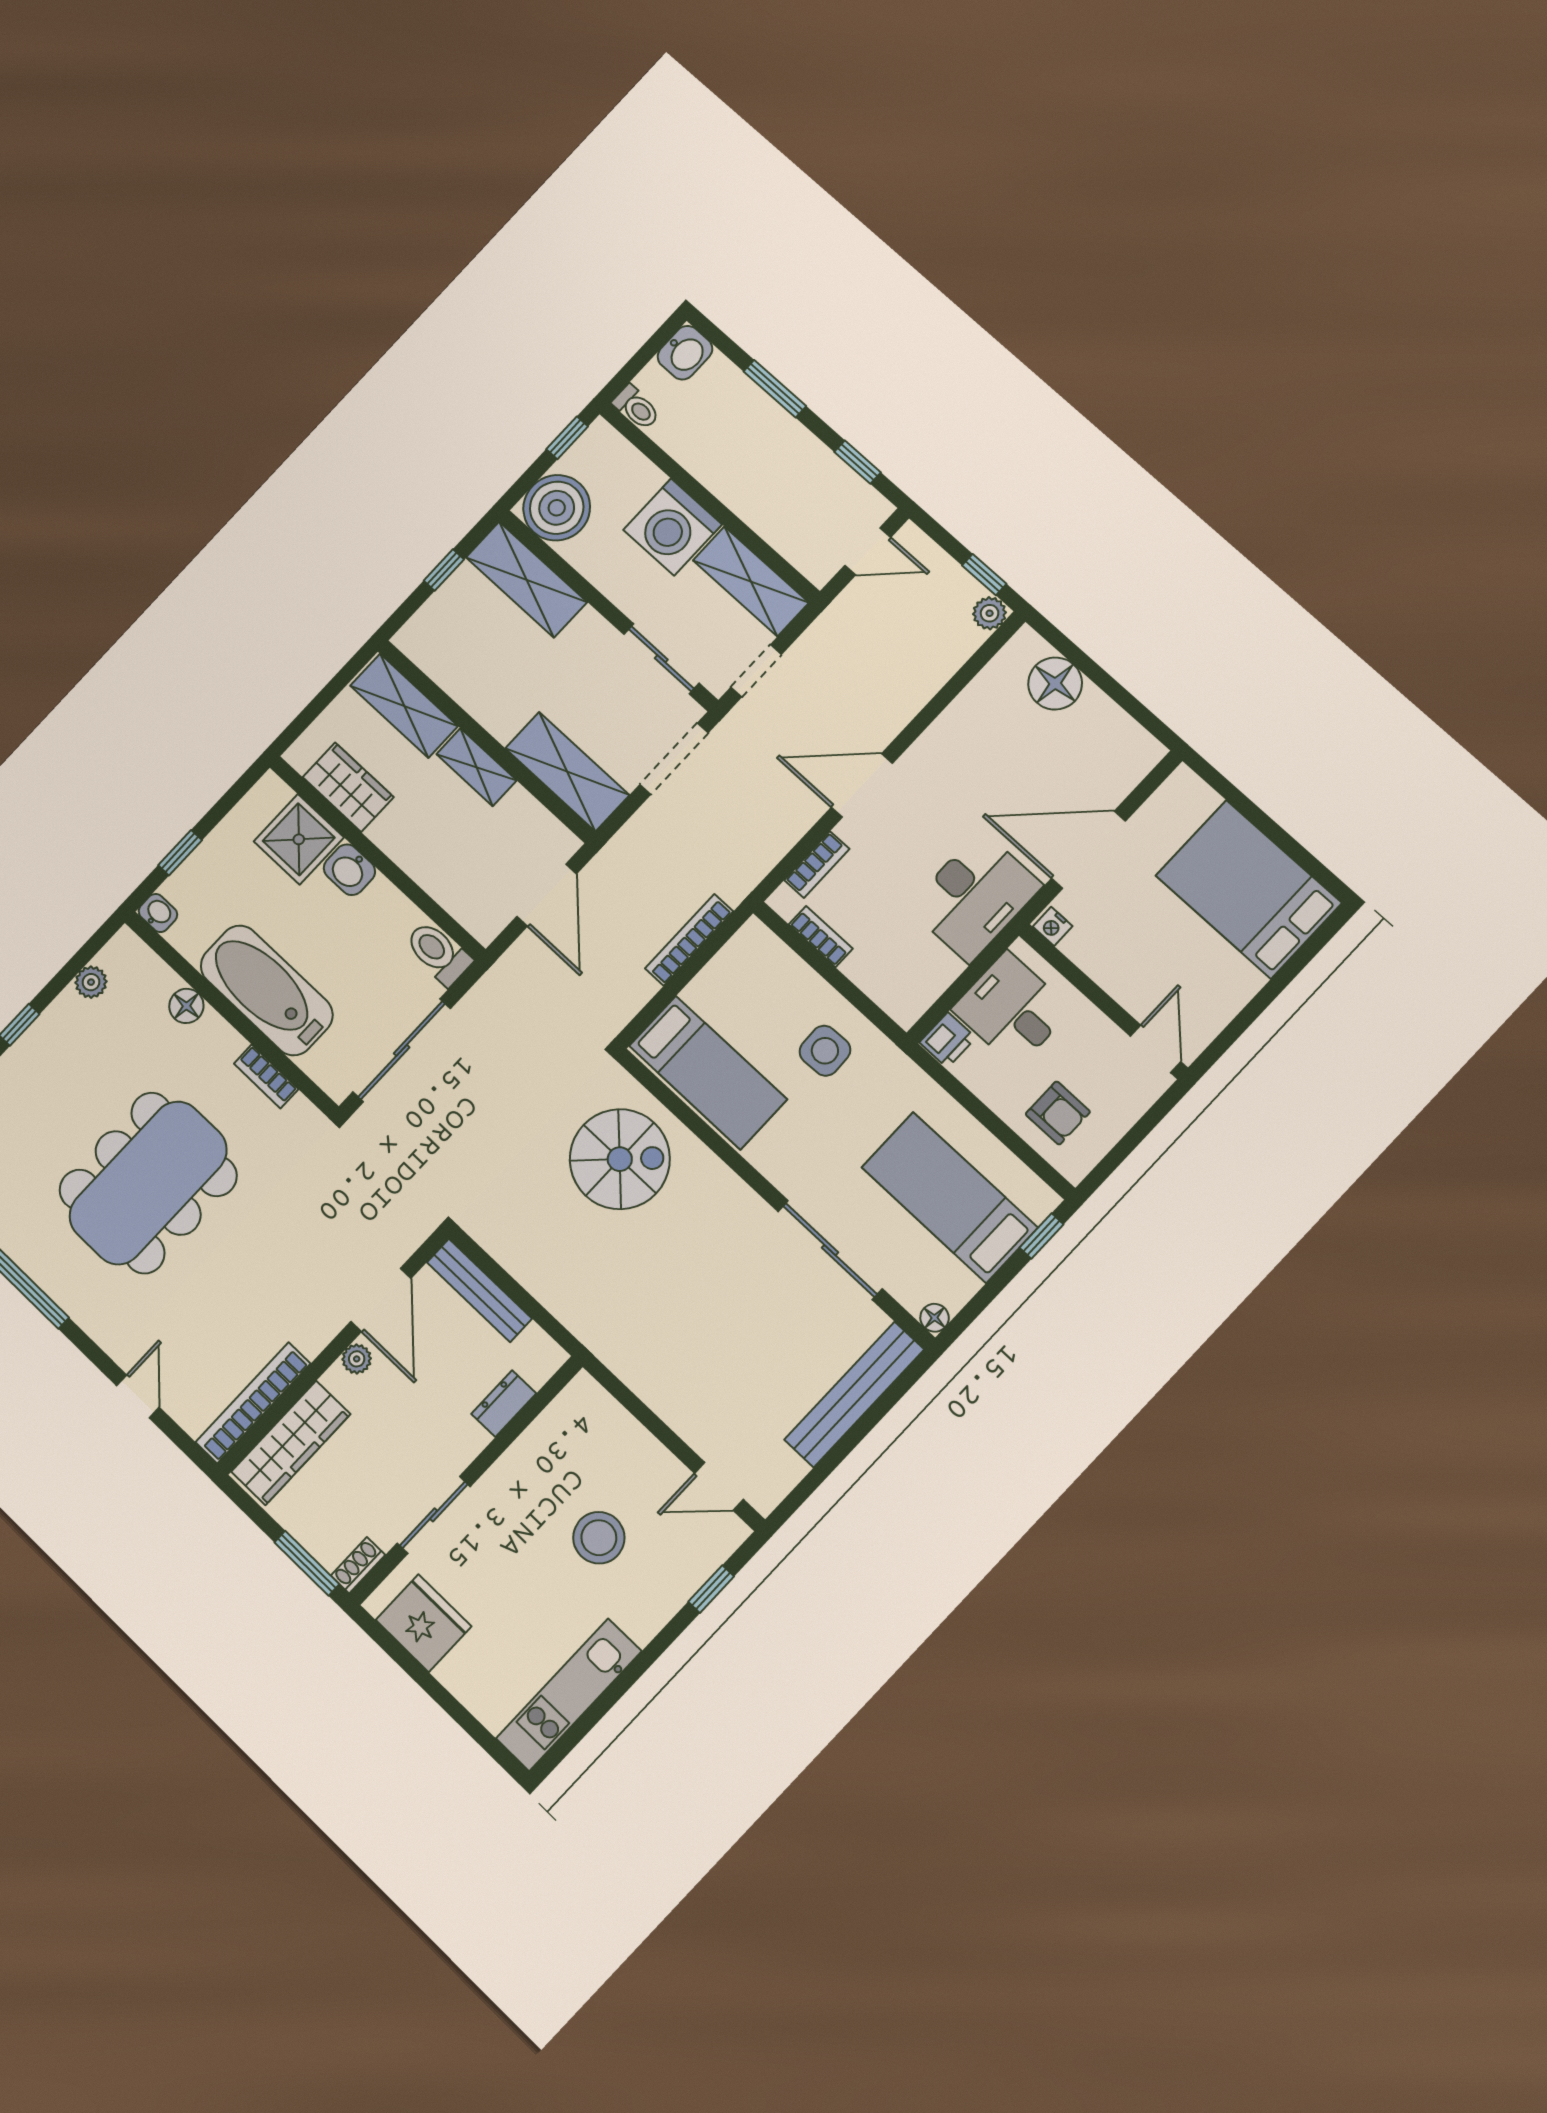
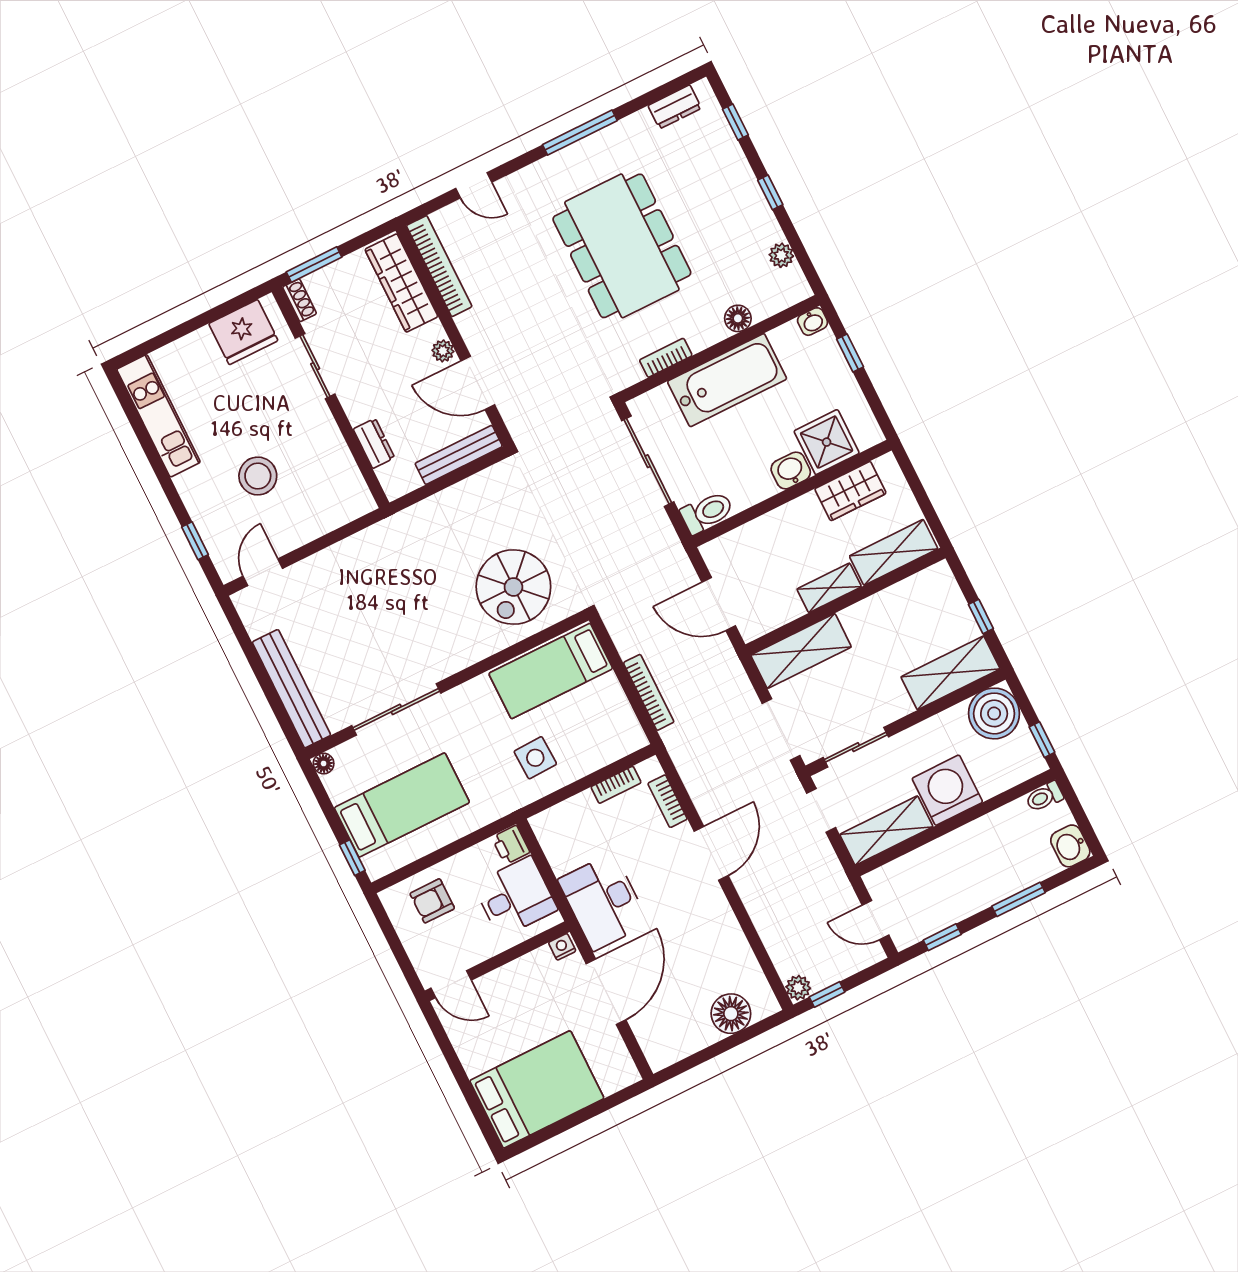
door: (868, 551) -> (876, 920), hinge flipped

